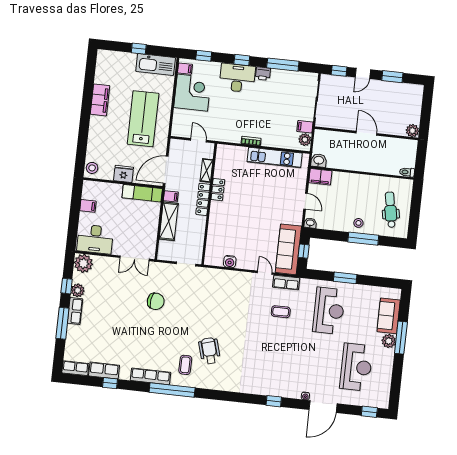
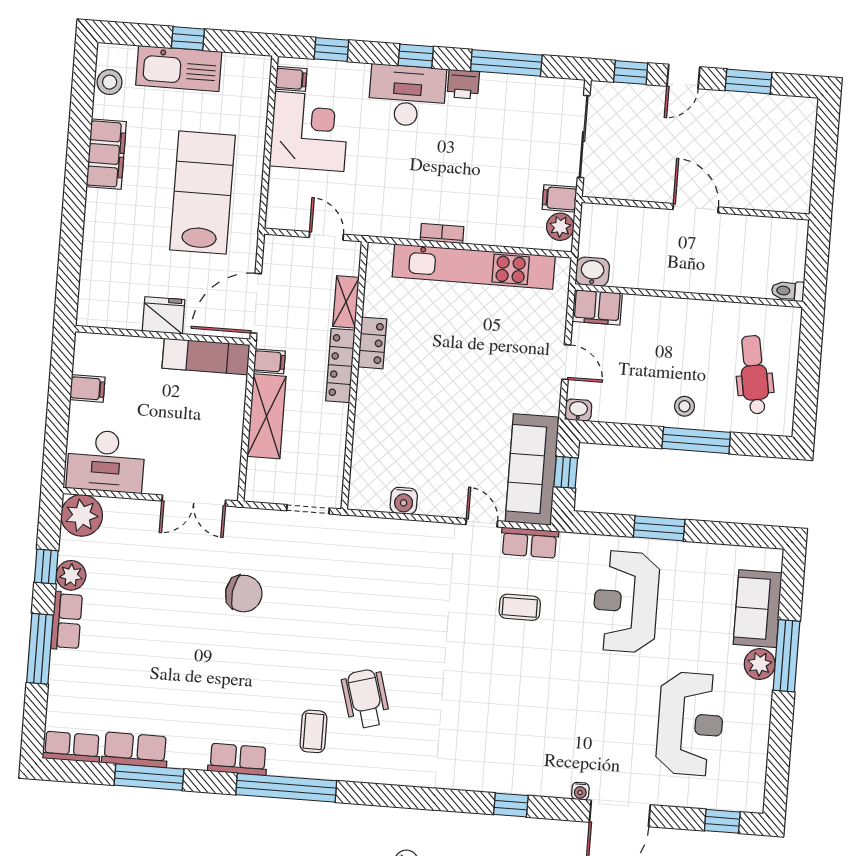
kitchen sink: (156, 65) -> (179, 68), moved
plant: (412, 131) -> (797, 199), removed
kitchen unit: (275, 157) -> (474, 267), width x1.36
stool: (92, 168) -> (110, 82), moved
reception desk: (329, 311) -> (626, 602), turned 180
row of seats: (151, 376) -> (238, 759), width x0.68
window: (110, 383) -> (149, 777), width x2.17

